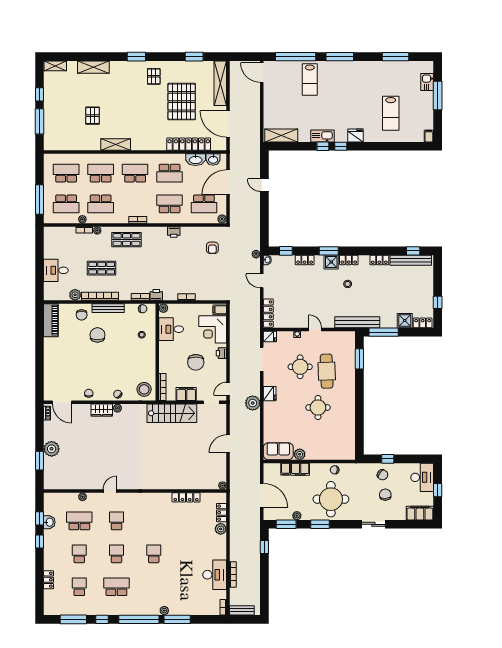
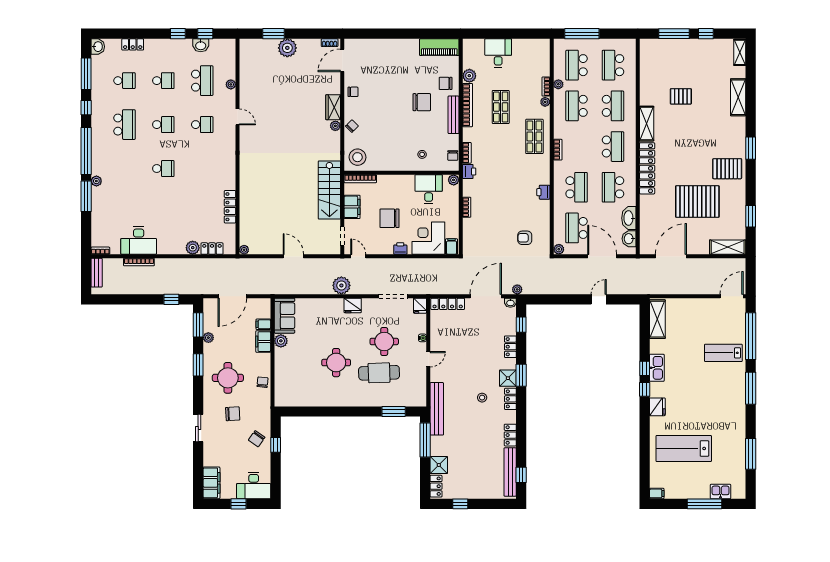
pallet: (154, 76) -> (727, 169), width x1.50, depth x1.42
shelving: (220, 83) -> (728, 247), width x0.68
lab bench: (391, 113) -> (684, 448), width x1.36, depth x1.39
locker: (189, 144) -> (647, 168), moved
school desk: (66, 173) -> (613, 65), turned 180
door: (262, 281) -> (486, 296), width x1.88
chair: (385, 495) -> (233, 414), moved
round table: (331, 499) -> (228, 378), width x0.73, depth x0.73
washbasin: (50, 609) -> (98, 47), added

